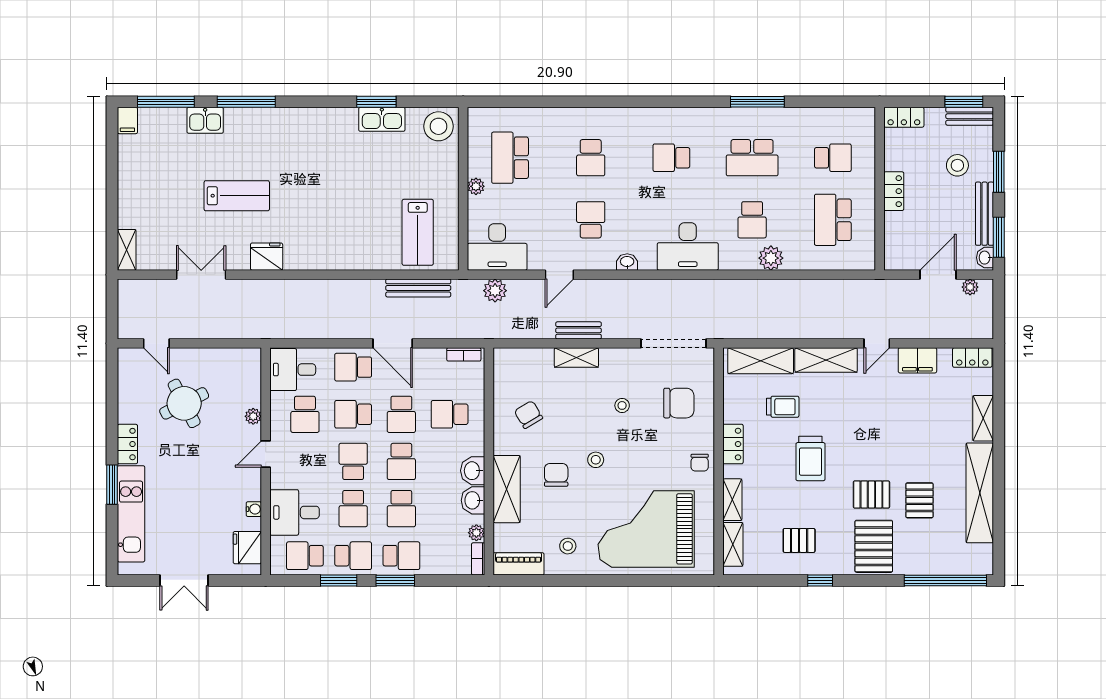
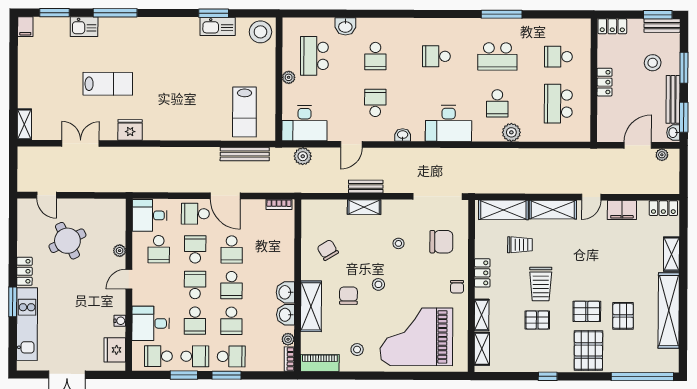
window: (166, 102) -> (54, 13), width x0.69
washbasin: (551, 119) -> (345, 26), added
school desk: (833, 158) -> (558, 57), turned 180
school desk: (353, 414) -> (195, 249), turned 90
school desk: (450, 414) -> (268, 250), removed
pallet: (799, 540) -> (537, 320), moved

